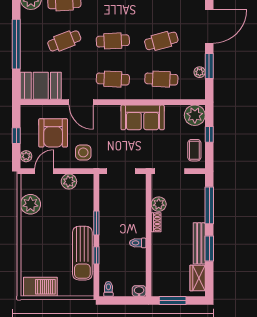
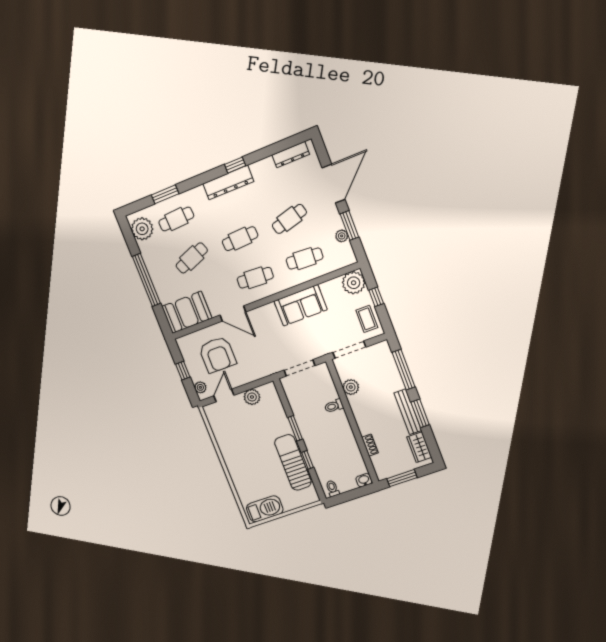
side table: (83, 152) -> (255, 363), removed
plant: (30, 204) -> (223, 433), removed
shoe rack: (156, 222) -> (370, 445), moved
toilet: (138, 243) -> (334, 406), moved
sun lounger: (82, 253) -> (293, 462), turned 180

